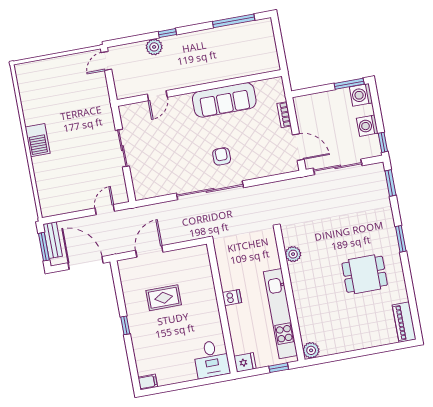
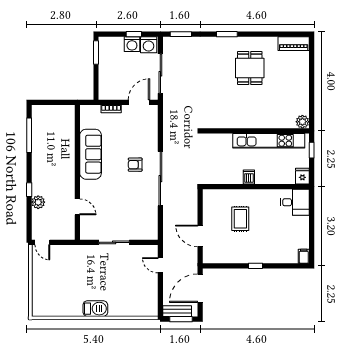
washing machine: (361, 95) -> (149, 45), moved
window: (383, 142) -> (134, 34), moved
plant: (293, 254) -> (223, 122), removed
rug: (164, 298) -> (240, 219), moved

